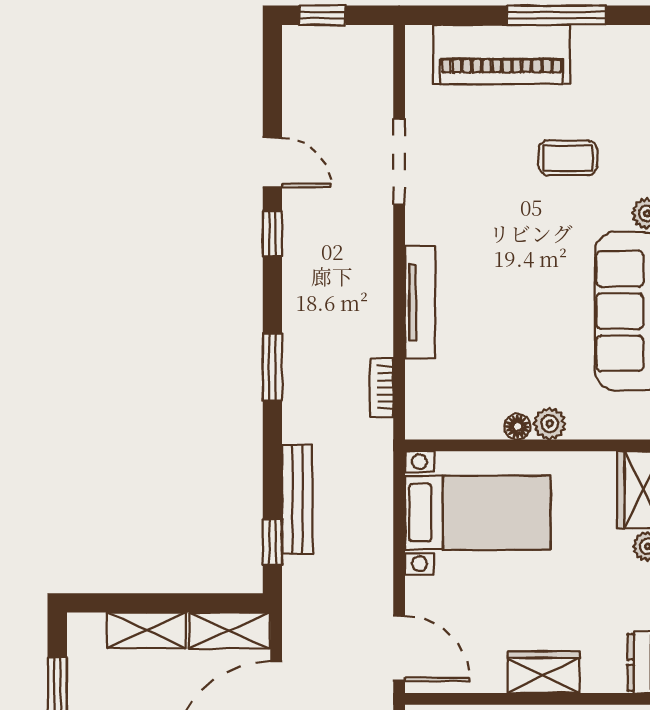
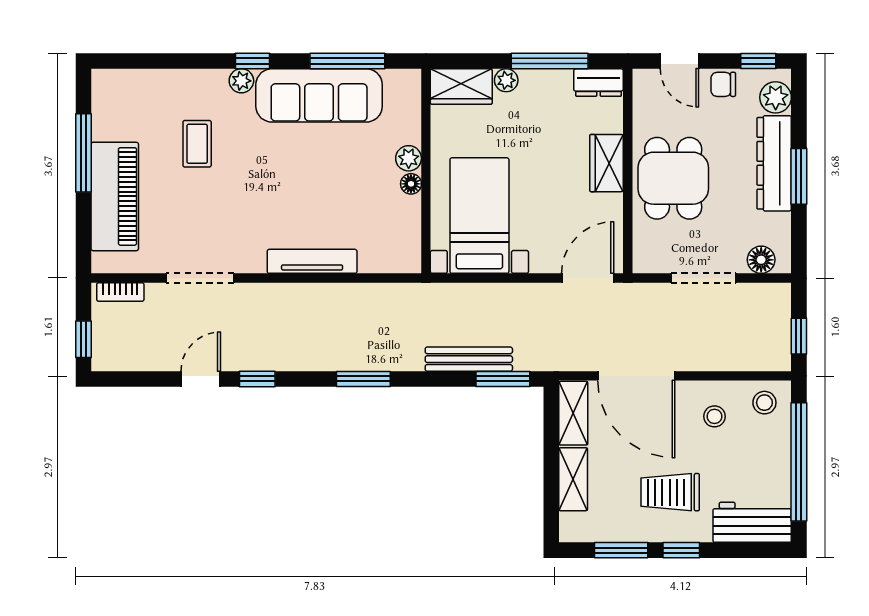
bookcase: (382, 387) -> (120, 292), moved
window: (272, 542) -> (503, 379), width x1.50

